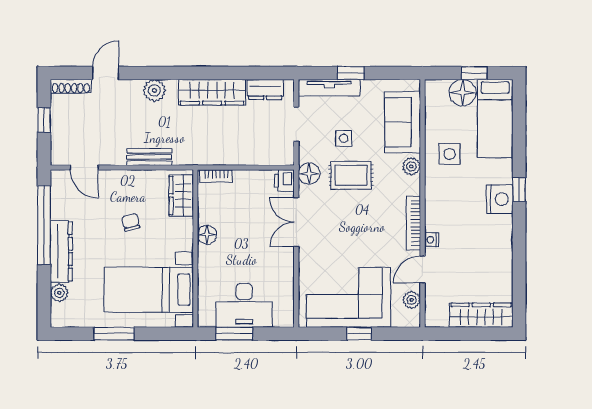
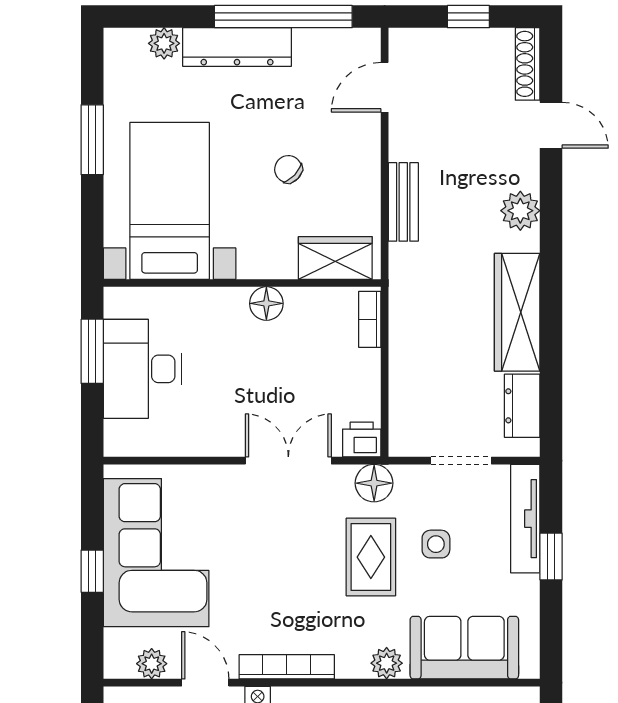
chair: (131, 222) -> (288, 169), turned -123

